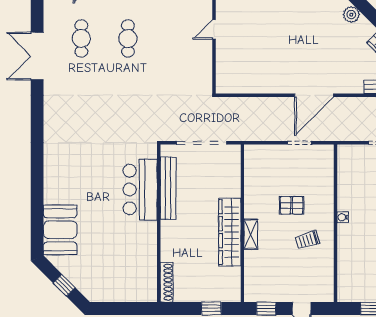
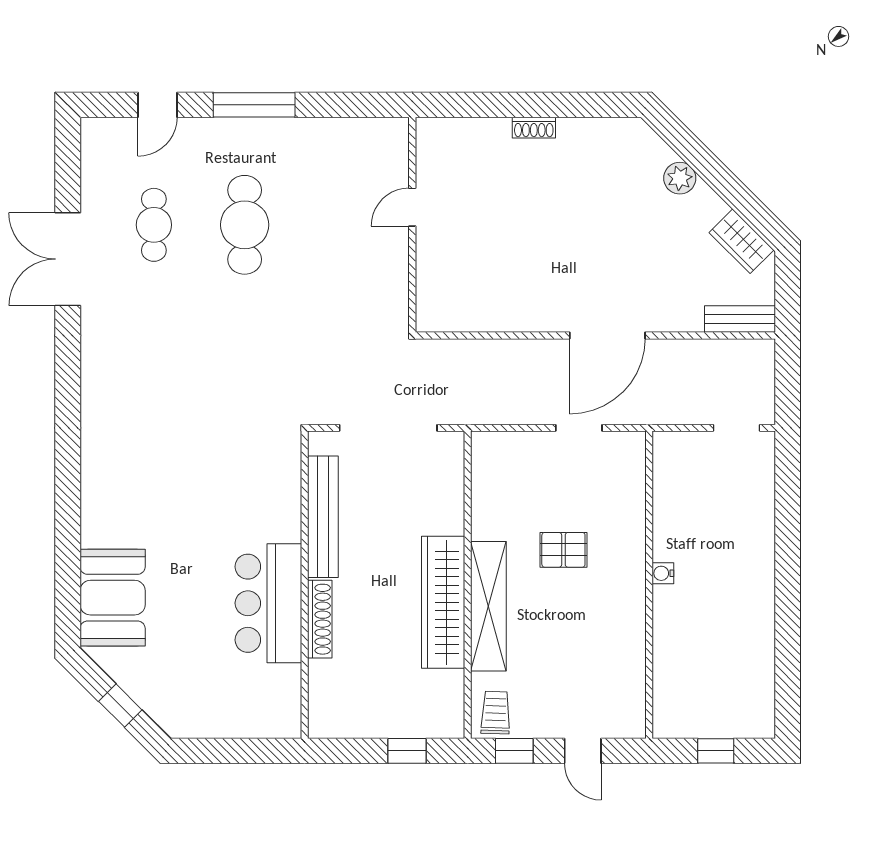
cafe table: (128, 38) -> (245, 225), width x1.37, depth x1.35
bar counter: (140, 190) -> (268, 603), moved
shelving: (251, 234) -> (488, 606), width x2.20, depth x1.33
trolley: (307, 240) -> (496, 713), moved, turned 109
shoe rack: (166, 282) -> (320, 619), moved

